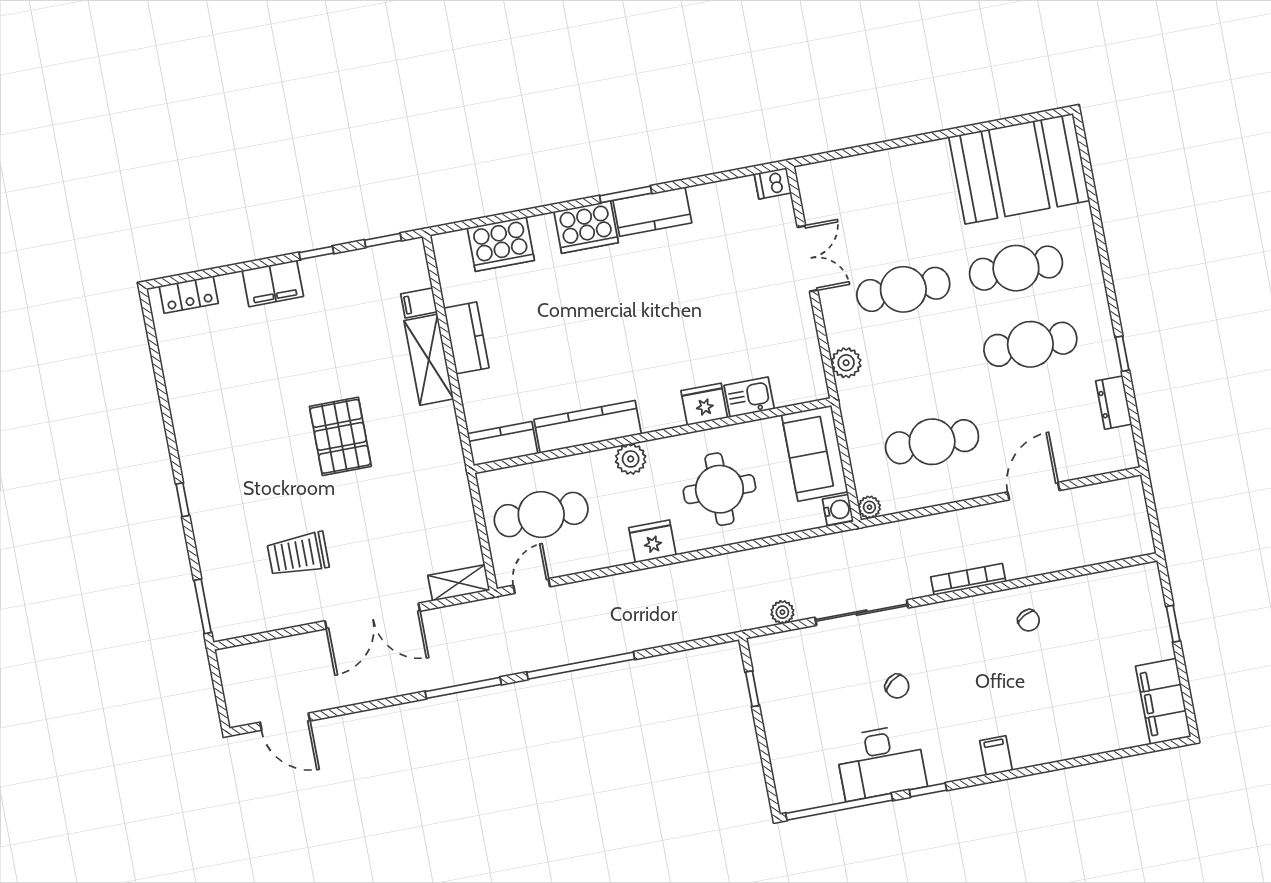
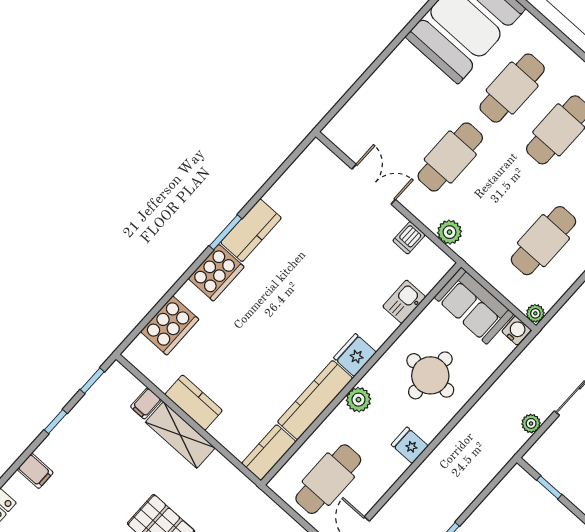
dishwasher: (773, 183) -> (409, 238), moved
filing cabinet: (273, 283) -> (35, 471), width x0.50
fridge: (704, 404) -> (355, 355), moved
fridge: (652, 541) -> (410, 445), width x0.72

